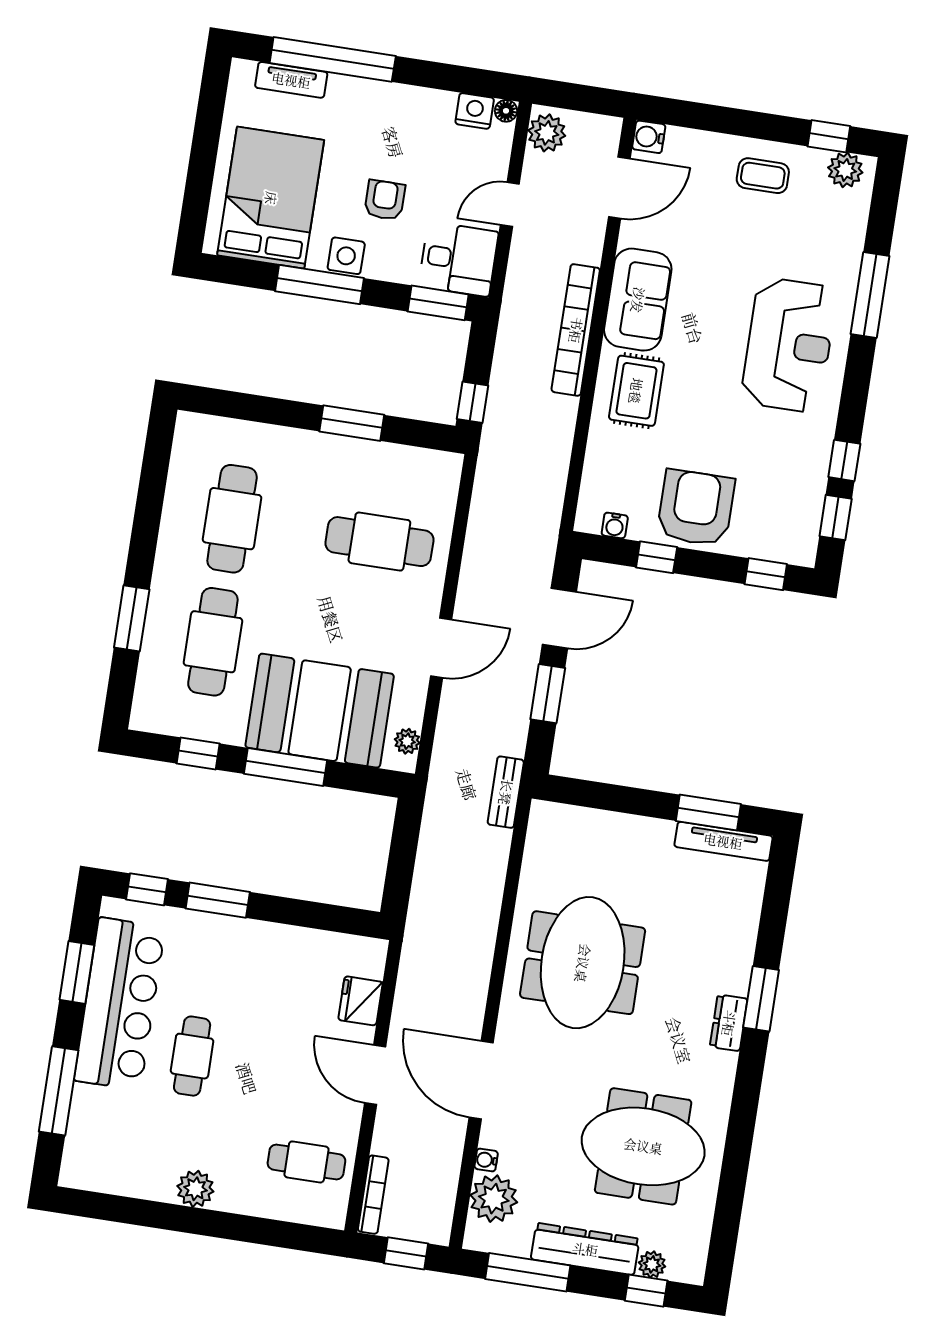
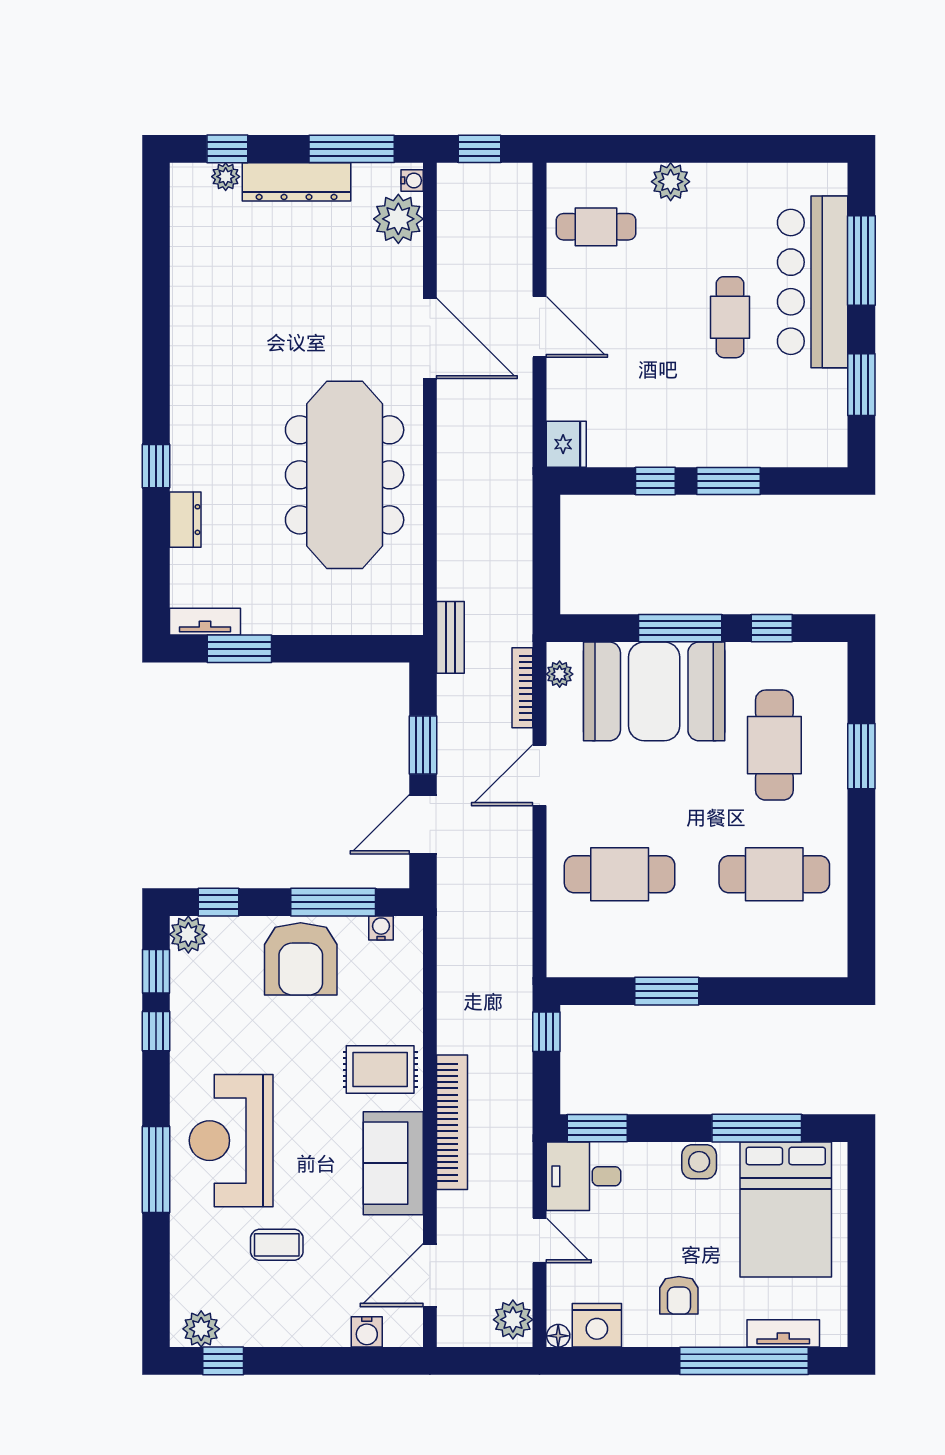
nightstand: (475, 111) -> (597, 1325), width x1.36, depth x1.33
water cooler: (649, 137) -> (367, 1332), moved, turned 90
coffee table: (763, 176) -> (277, 1245), moved
armchair: (385, 200) -> (679, 1295), moved
door: (510, 205) -> (539, 1240), hinge flipped
window: (320, 285) -> (757, 1128), moved
window: (870, 295) -> (156, 1169), moved
rug: (636, 391) -> (380, 1070), turned 90
cafe table: (232, 519) -> (774, 874), turned 90
plant: (799, 548) -> (188, 934), added
window: (657, 557) -> (333, 902), width x2.17
tv unit: (723, 841) -> (205, 622), width x0.71
window: (147, 889) -> (655, 481), moved
meeting table: (583, 963) -> (345, 475), width x1.36
window: (761, 999) -> (156, 466), width x0.67
fridge: (360, 1001) -> (566, 444), moved
bar counter: (120, 1004) -> (813, 282), moved
dresser: (729, 1023) -> (185, 520), moved
meeting table: (643, 1146) -> (253, 296), removed
water cooler: (486, 1160) -> (412, 180), moved
plant: (195, 1189) -> (671, 182), moved
bookcase: (373, 1195) -> (522, 688), moved

